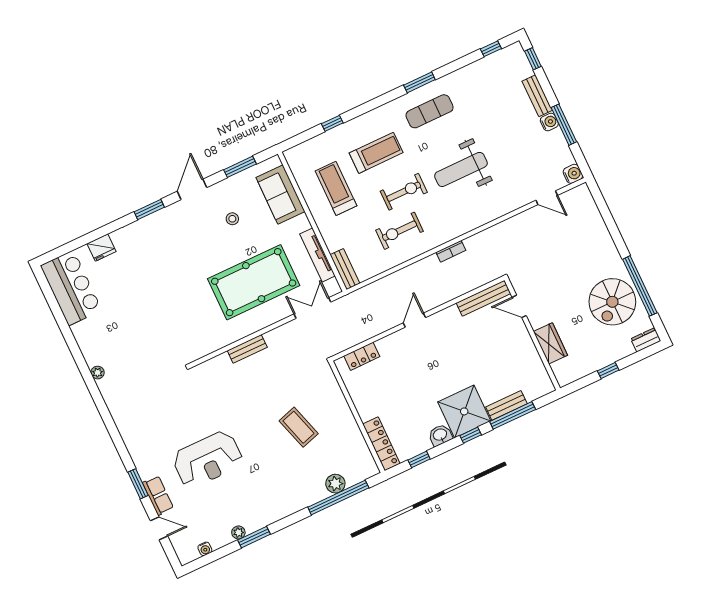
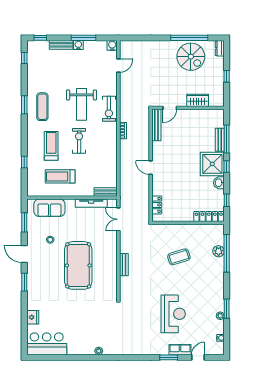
exercise bike: (399, 231) -> (109, 109), moved
pool table: (254, 282) -> (78, 265), moved

